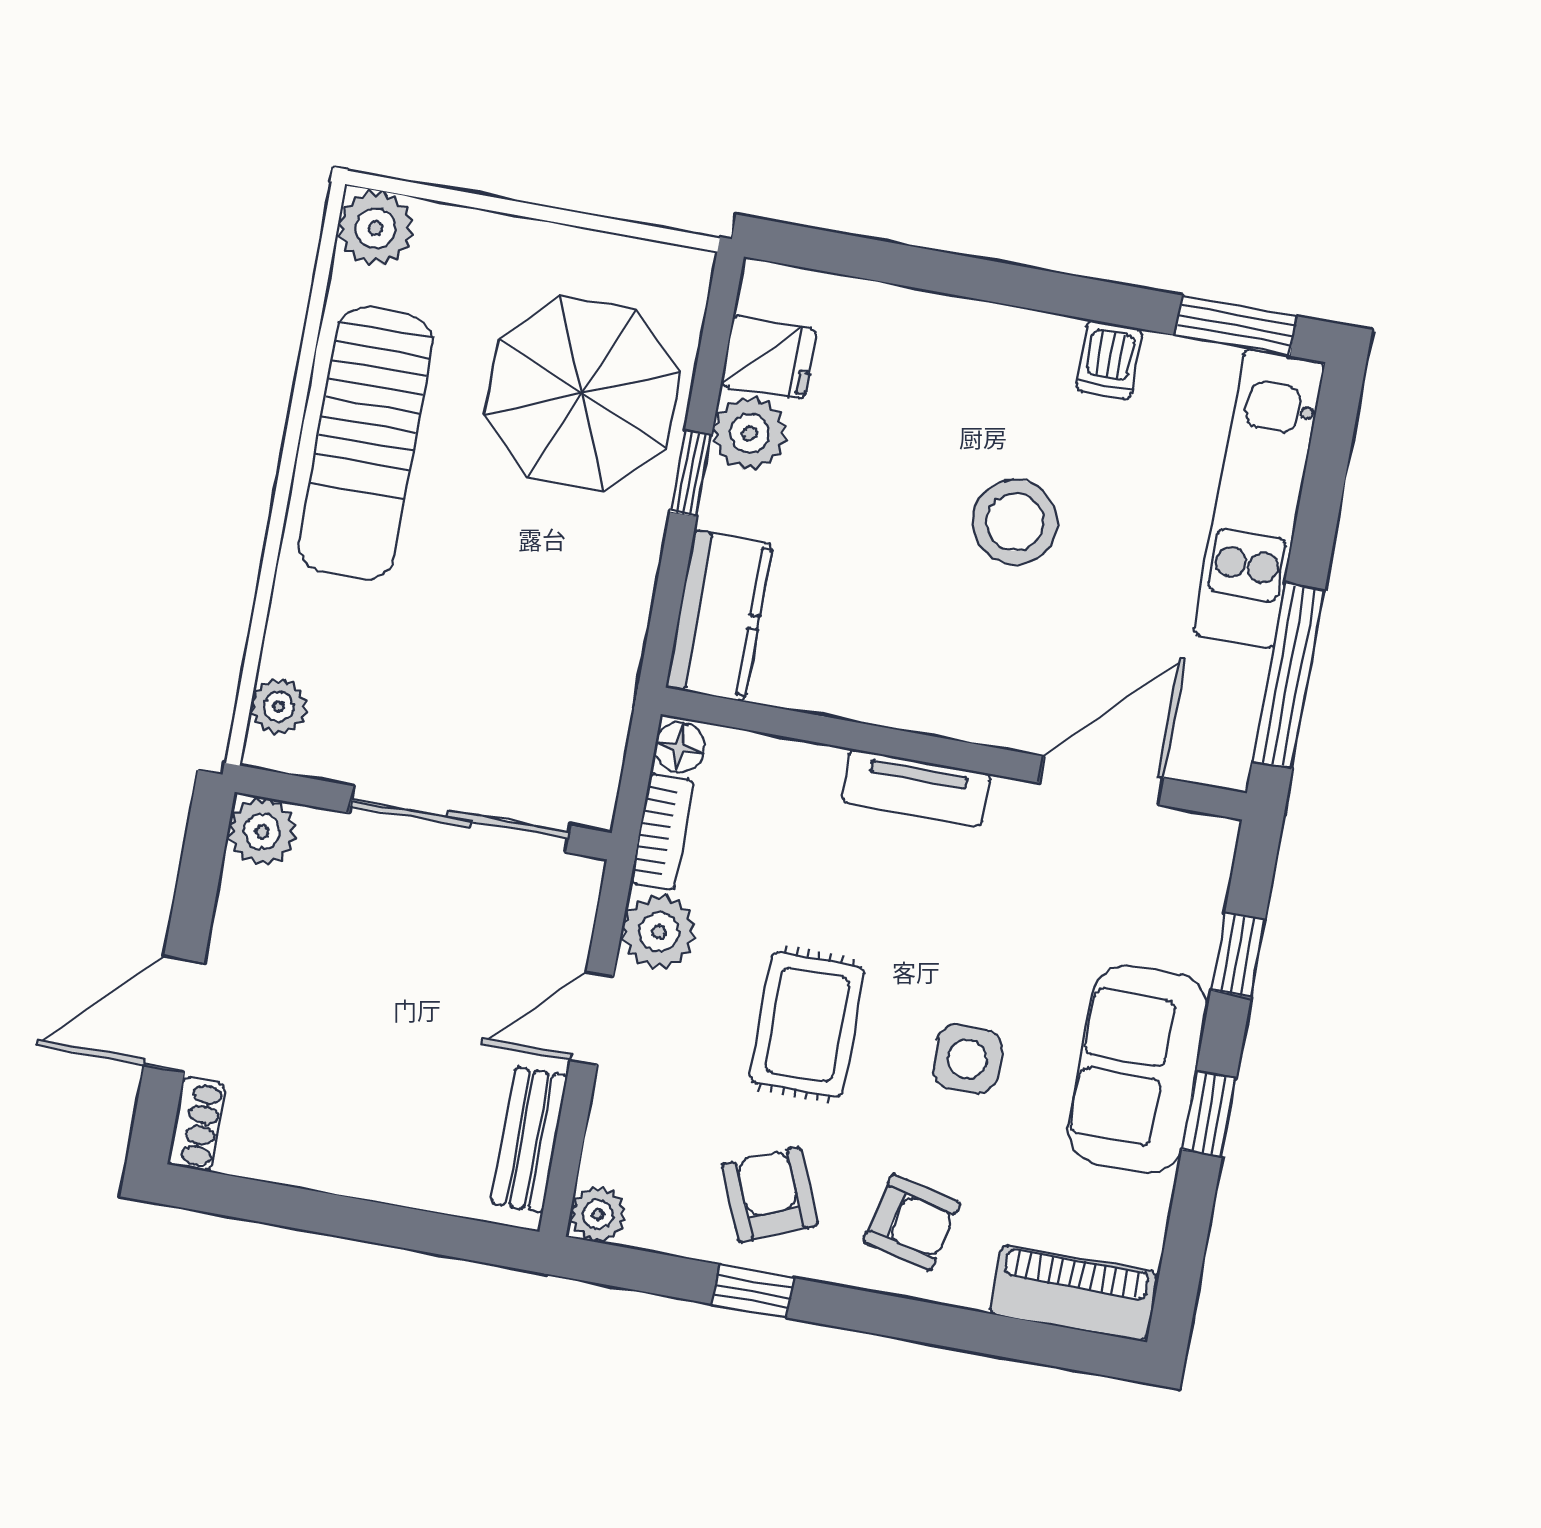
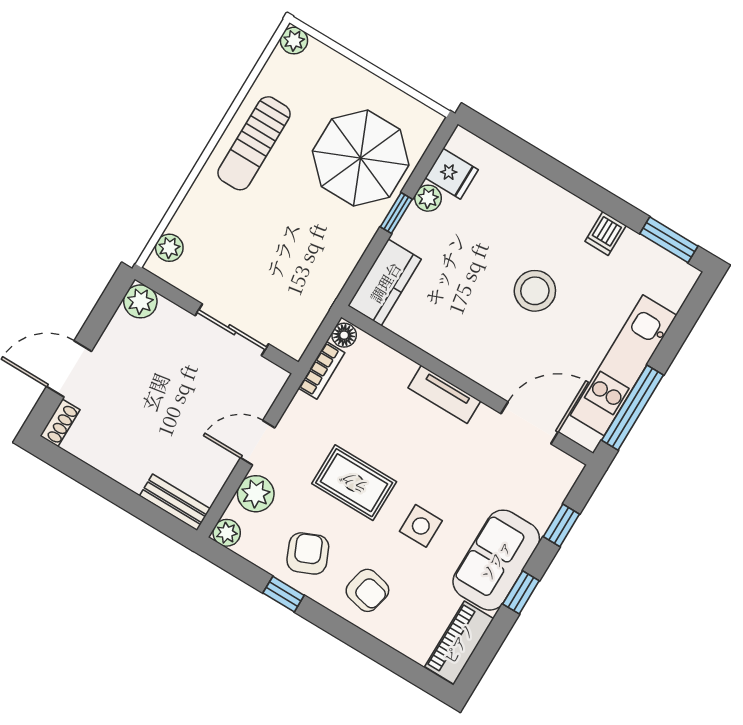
plant: (376, 228) -> (294, 41), width x0.73, depth x0.73
plant: (749, 433) -> (428, 198), width x0.73, depth x0.73
sun lounger: (366, 443) -> (254, 143), width x0.73, depth x0.75
kitchen unit: (1259, 499) -> (624, 365), moved
sliding door: (459, 819) -> (232, 330), width x0.73
plant: (659, 932) -> (256, 494), moved
rug: (807, 1024) -> (354, 483), turned 90
bench: (529, 1139) -> (175, 502), moved, turned 90
piano: (1074, 1293) -> (459, 643), moved, turned -90

